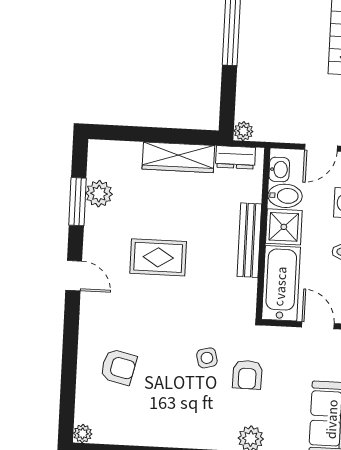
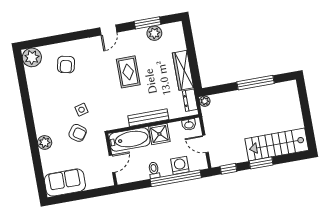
bidet: (285, 196) -> (176, 131), removed
armchair: (247, 375) -> (78, 133), turned -146
plant: (83, 434) -> (32, 57), width x1.88, depth x1.88

